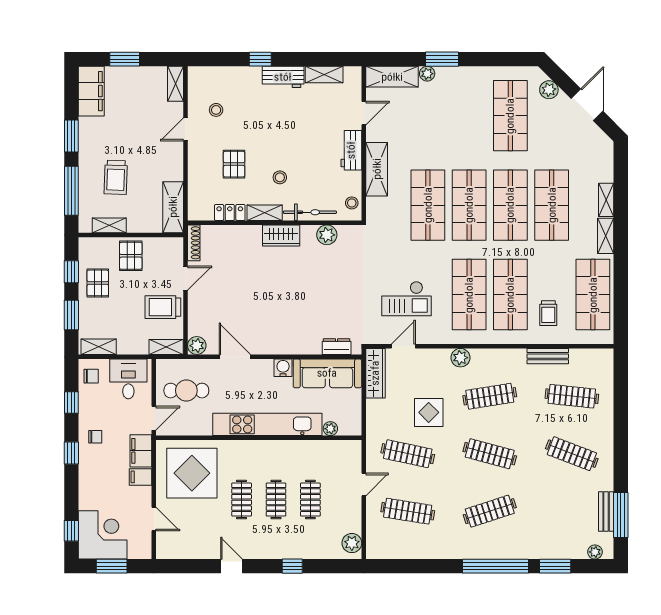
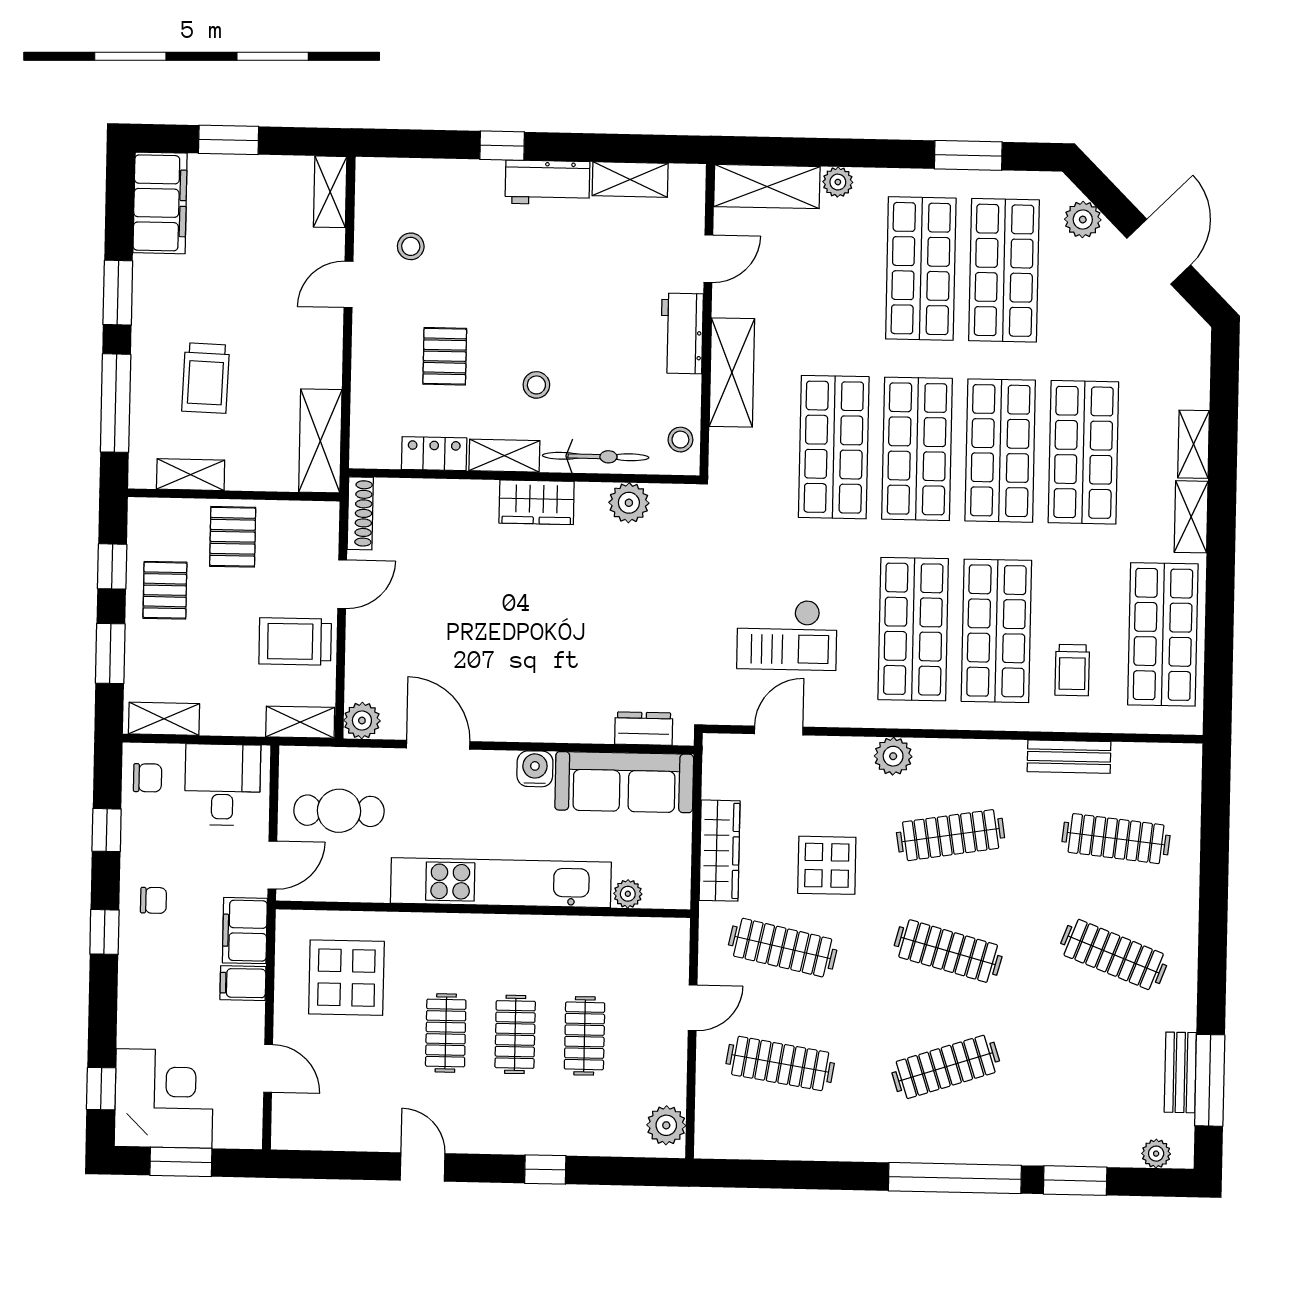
window: (442, 59) -> (968, 155), moved
shop shelf: (469, 116) -> (921, 269), added
wardrobe: (375, 373) -> (720, 851), moved
display table: (192, 473) -> (346, 978), width x0.73, depth x0.73

